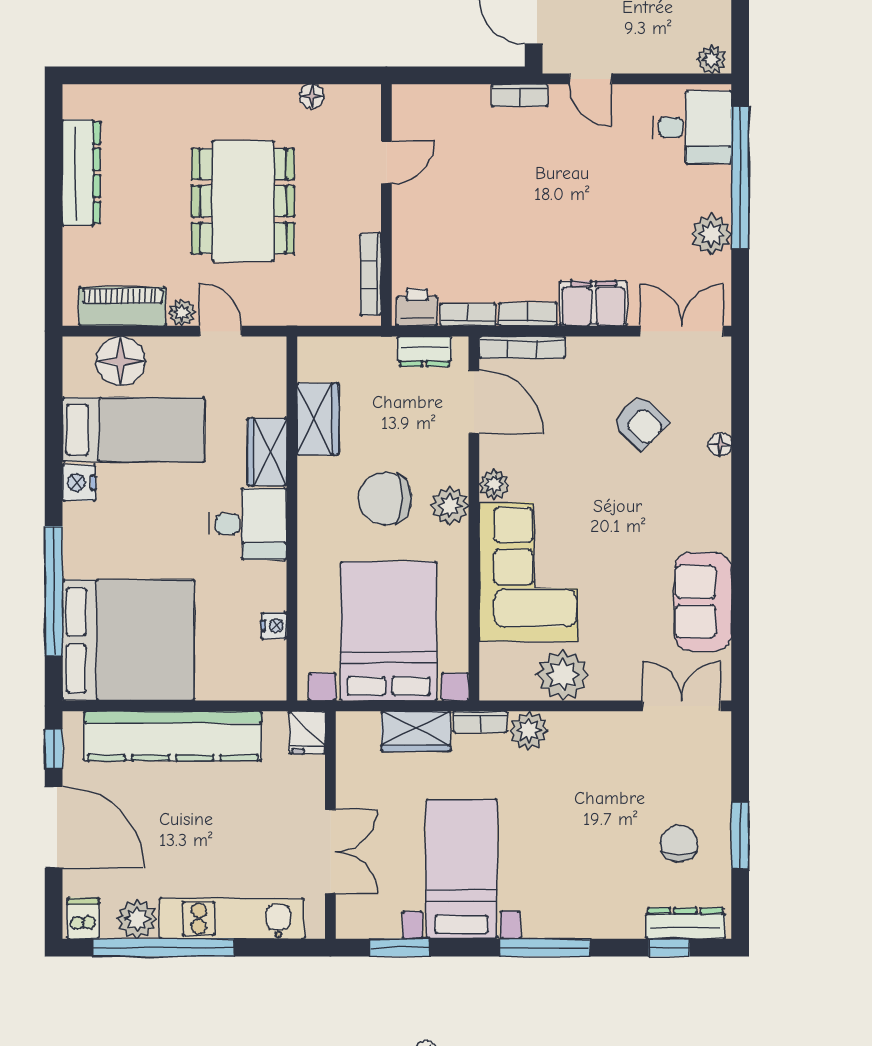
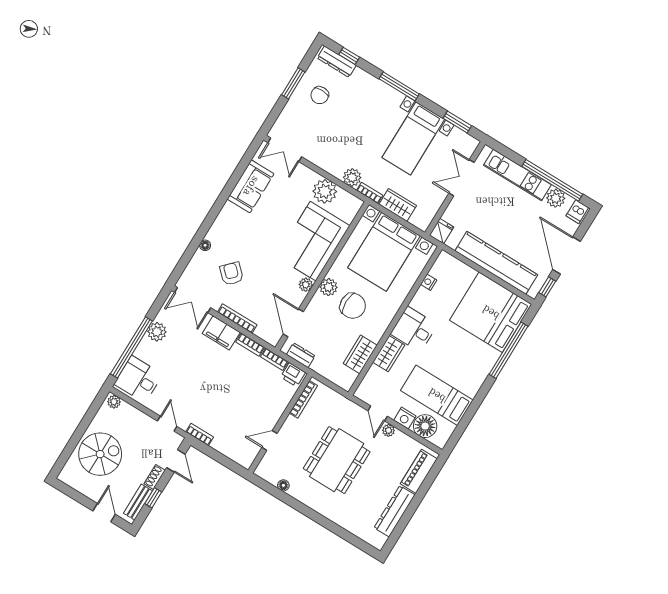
piano: (122, 306) -> (419, 471), moved, turned 90
bookcase: (522, 347) -> (237, 318), moved
nightstand: (79, 483) -> (405, 418), moved, turned 90

